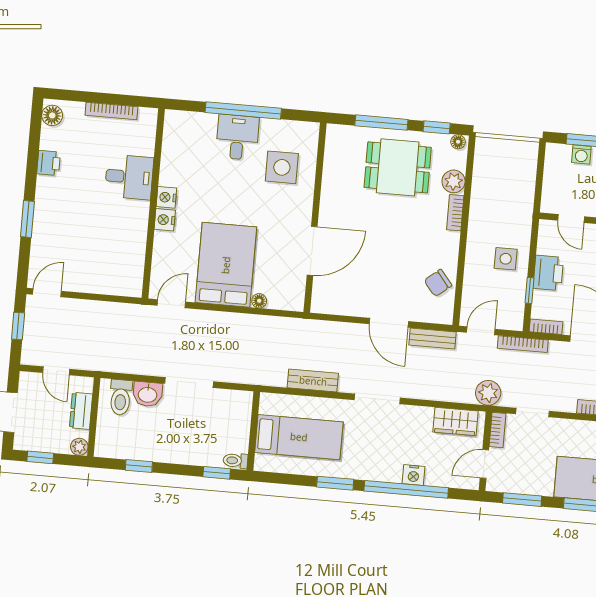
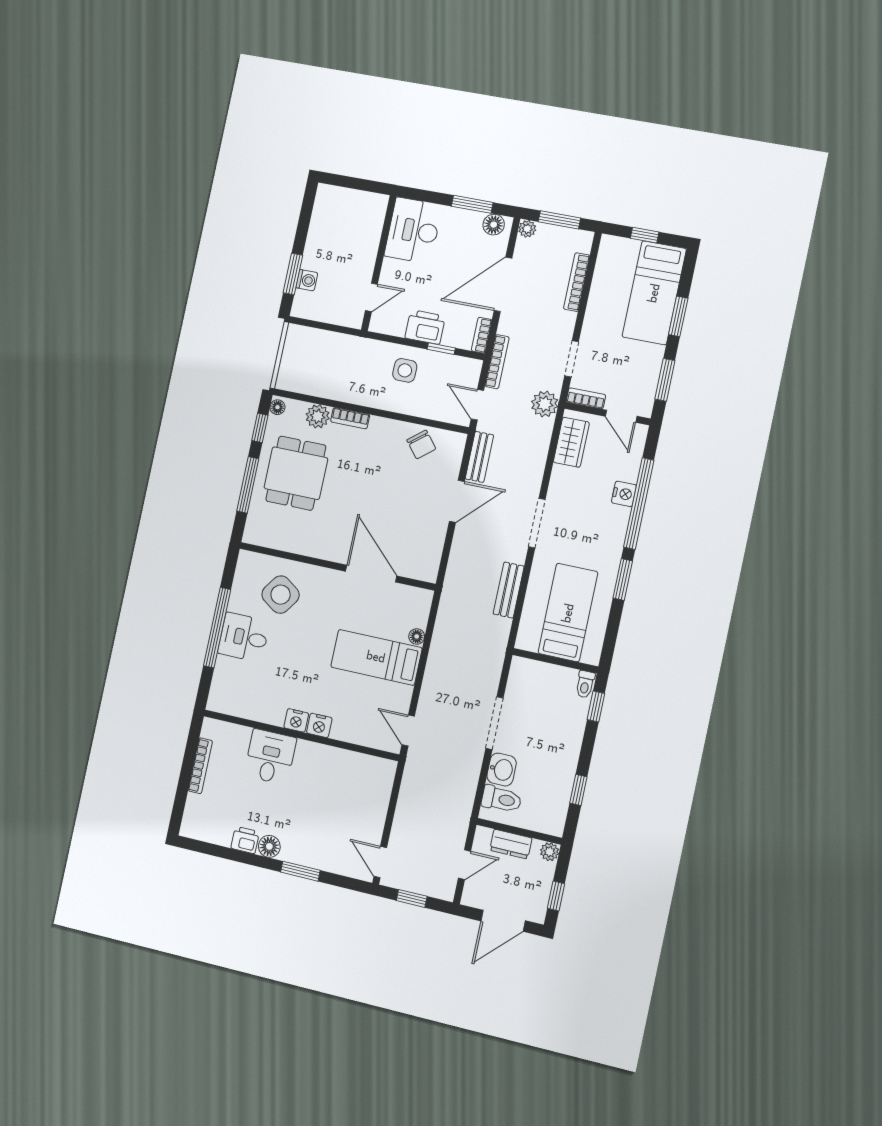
floor lamp: (52, 115) -> (269, 846), moved
side table: (282, 167) -> (281, 595), turned 35
bed: (226, 265) -> (376, 657), width x0.67

